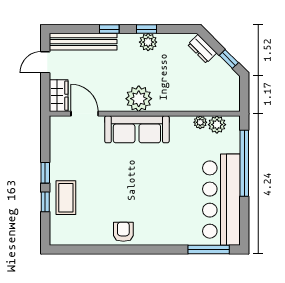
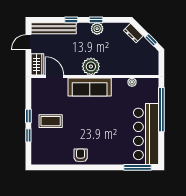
plant: (217, 125) -> (143, 84), removed
coffee table: (66, 198) -> (51, 121), moved, turned 90

